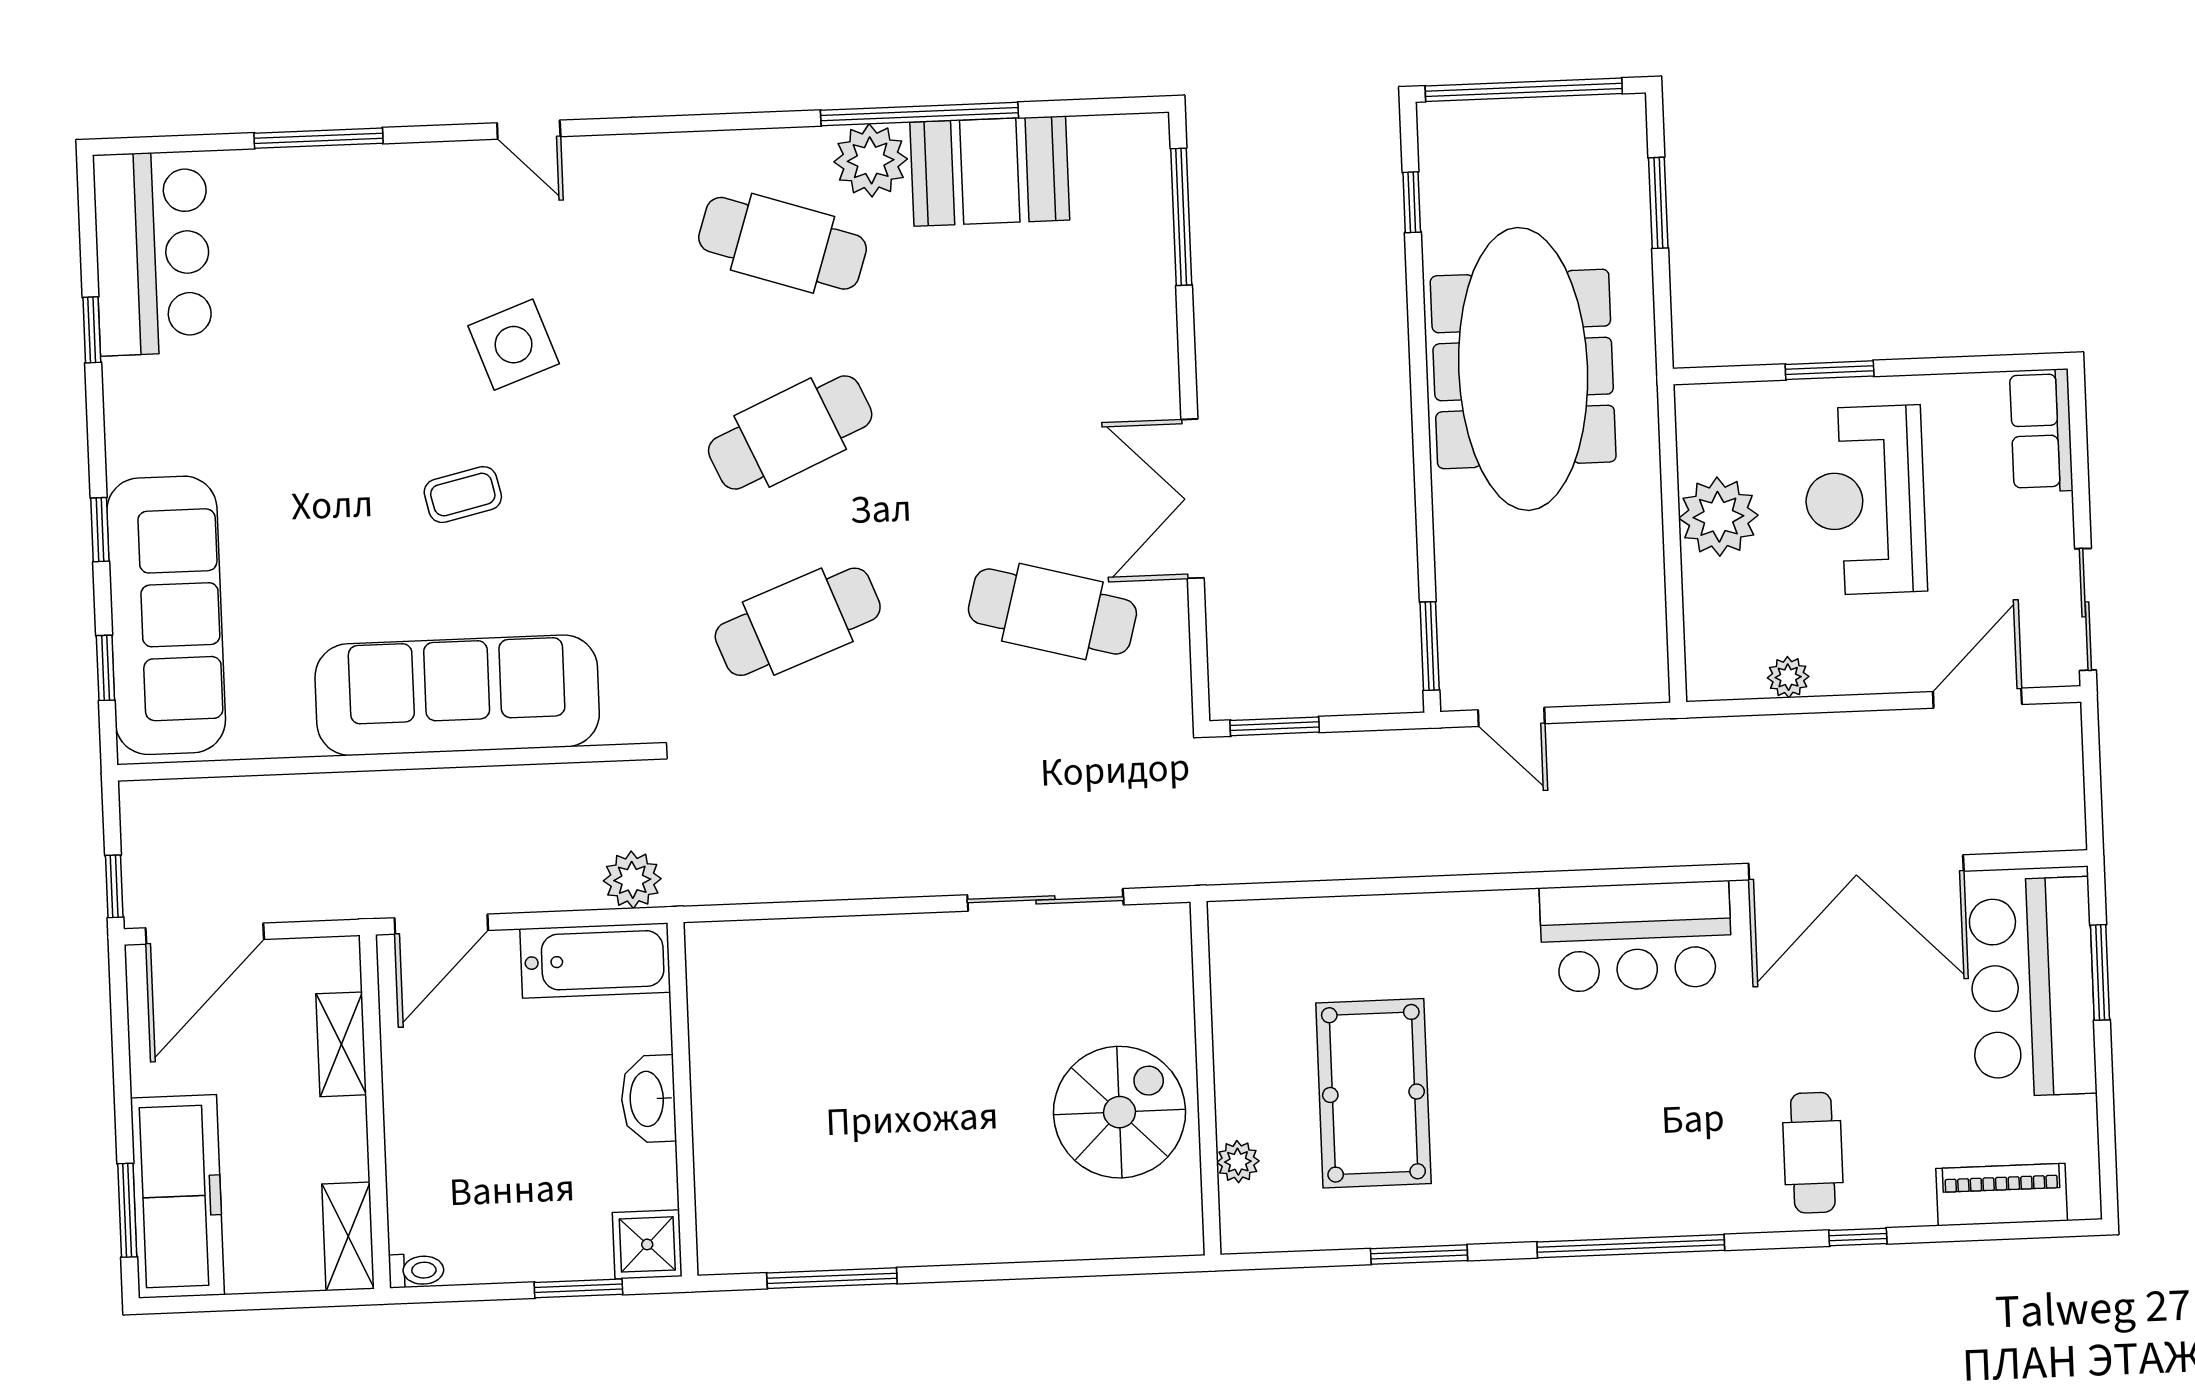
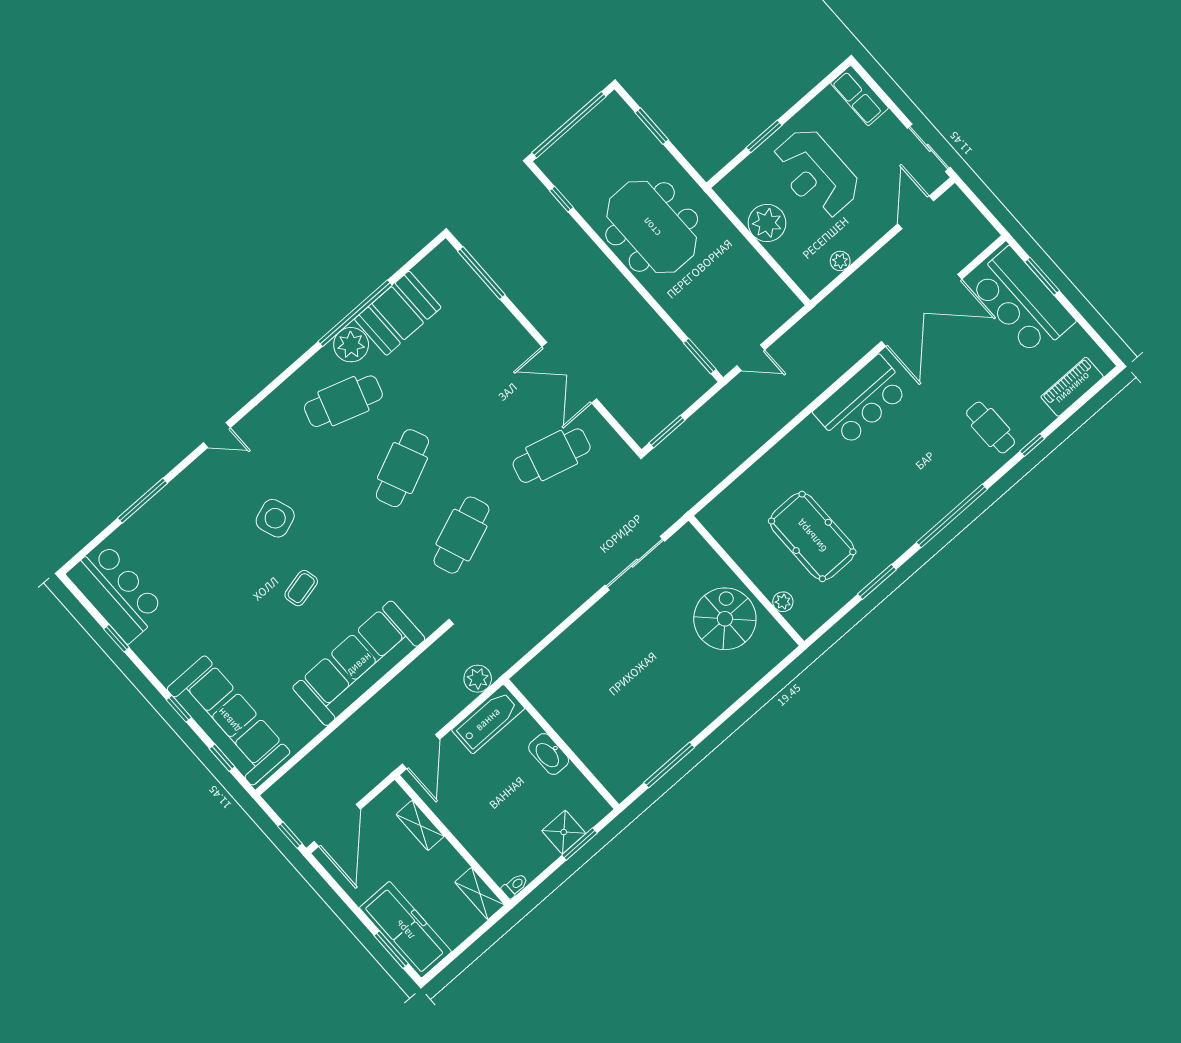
meeting table: (1523, 369) -> (652, 227), width x0.73
shower: (647, 1244) -> (564, 832), moved

